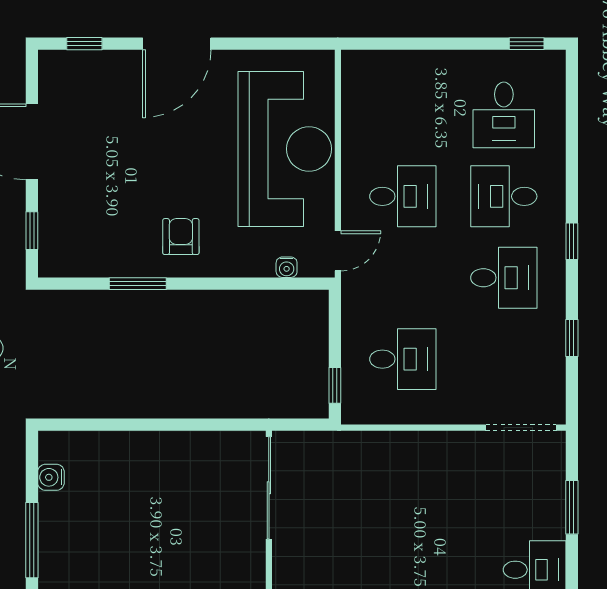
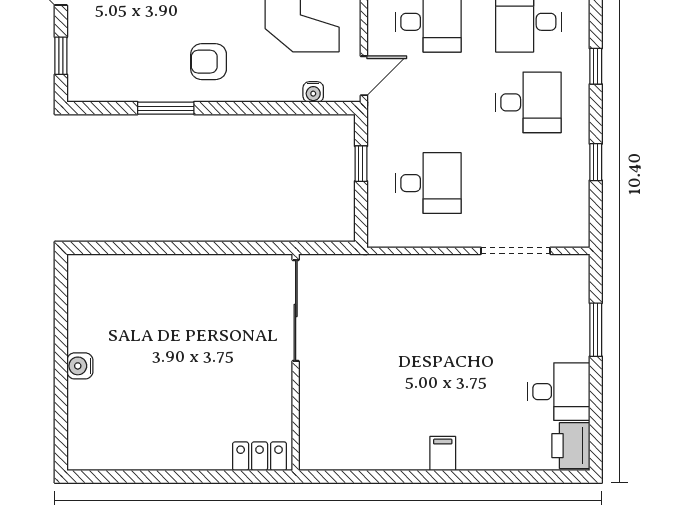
armchair: (181, 237) -> (209, 62), turned -90
window: (335, 385) -> (361, 164), moved
doorway: (521, 428) -> (516, 251), moved
water cooler: (51, 477) -> (80, 366), moved
window: (32, 540) -> (61, 362), removed

